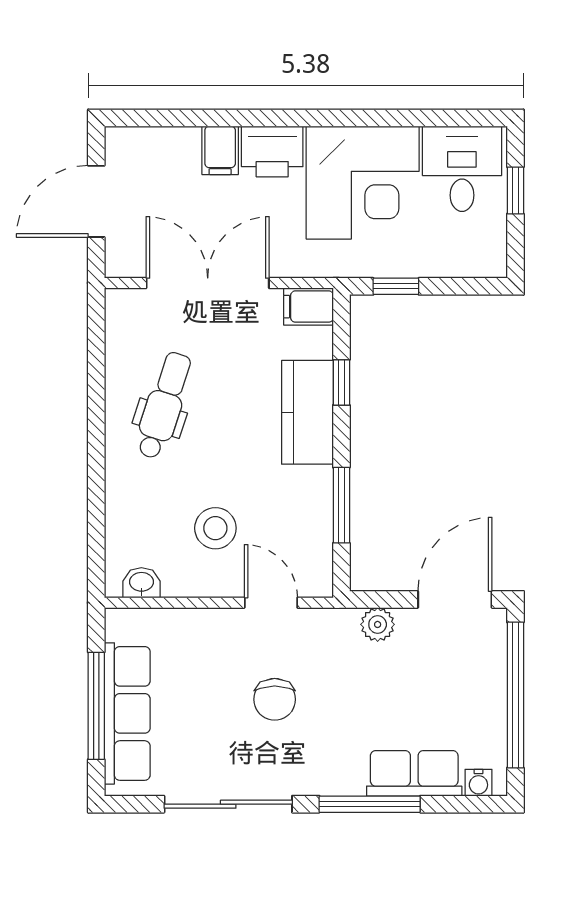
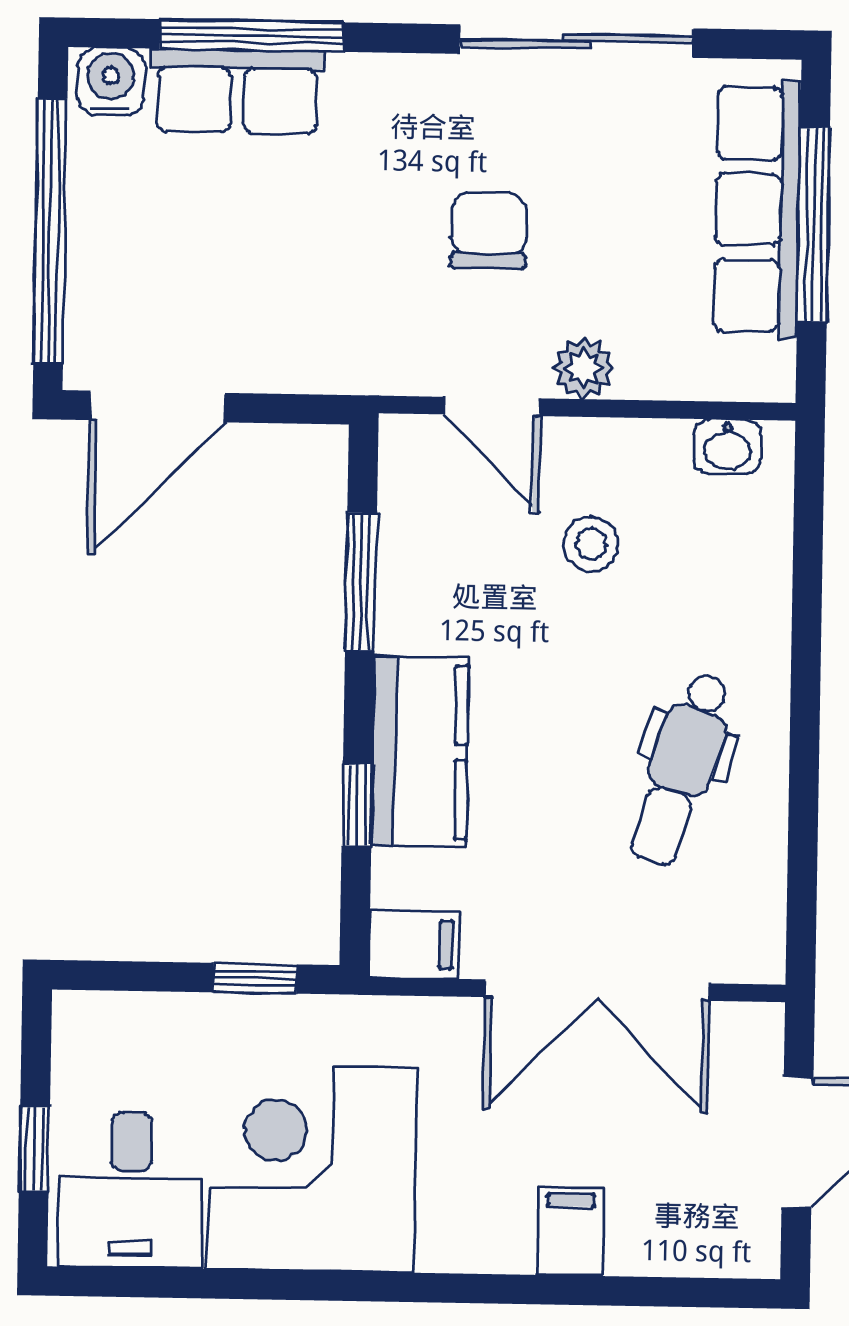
printer: (272, 151) -> (476, 1228), removed
stool: (215, 528) -> (591, 544), width x0.73, depth x0.73
plant: (378, 624) -> (584, 368), moved
water cooler: (478, 783) -> (111, 82), width x1.38, depth x1.38
window: (370, 804) -> (252, 35), moved

